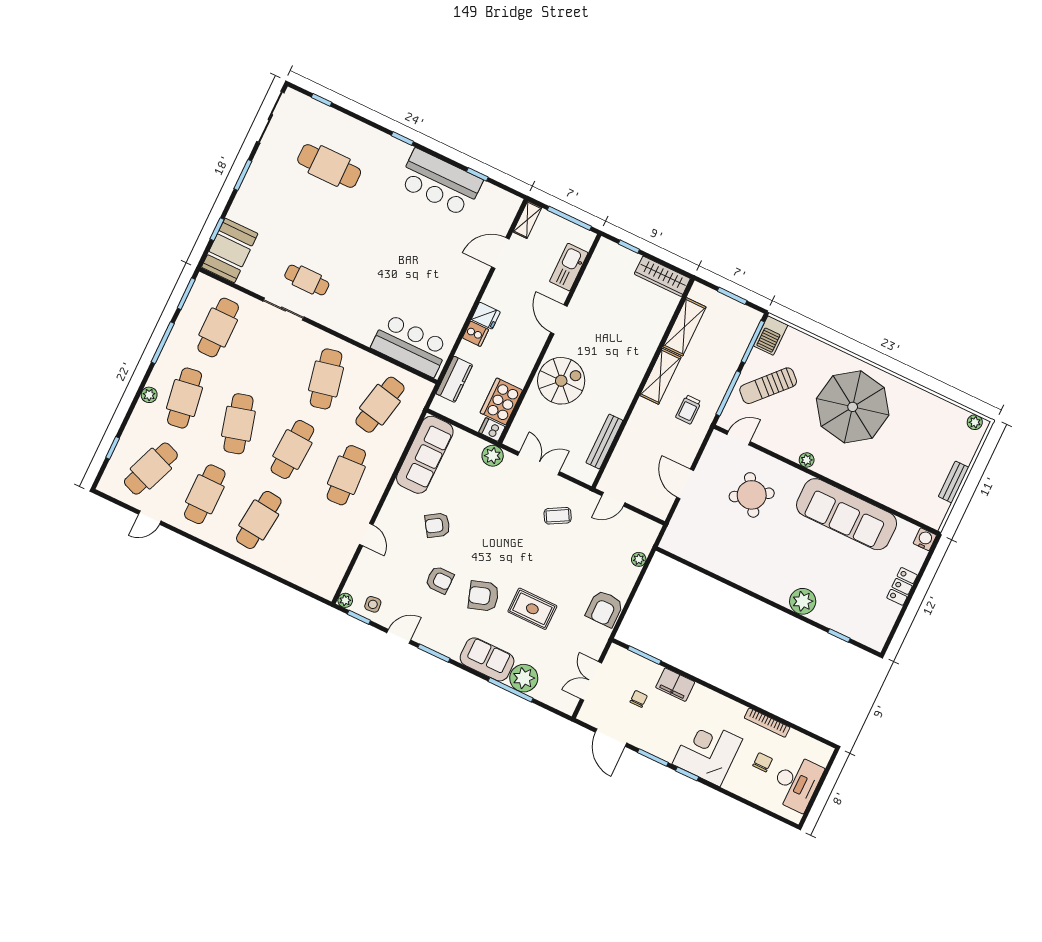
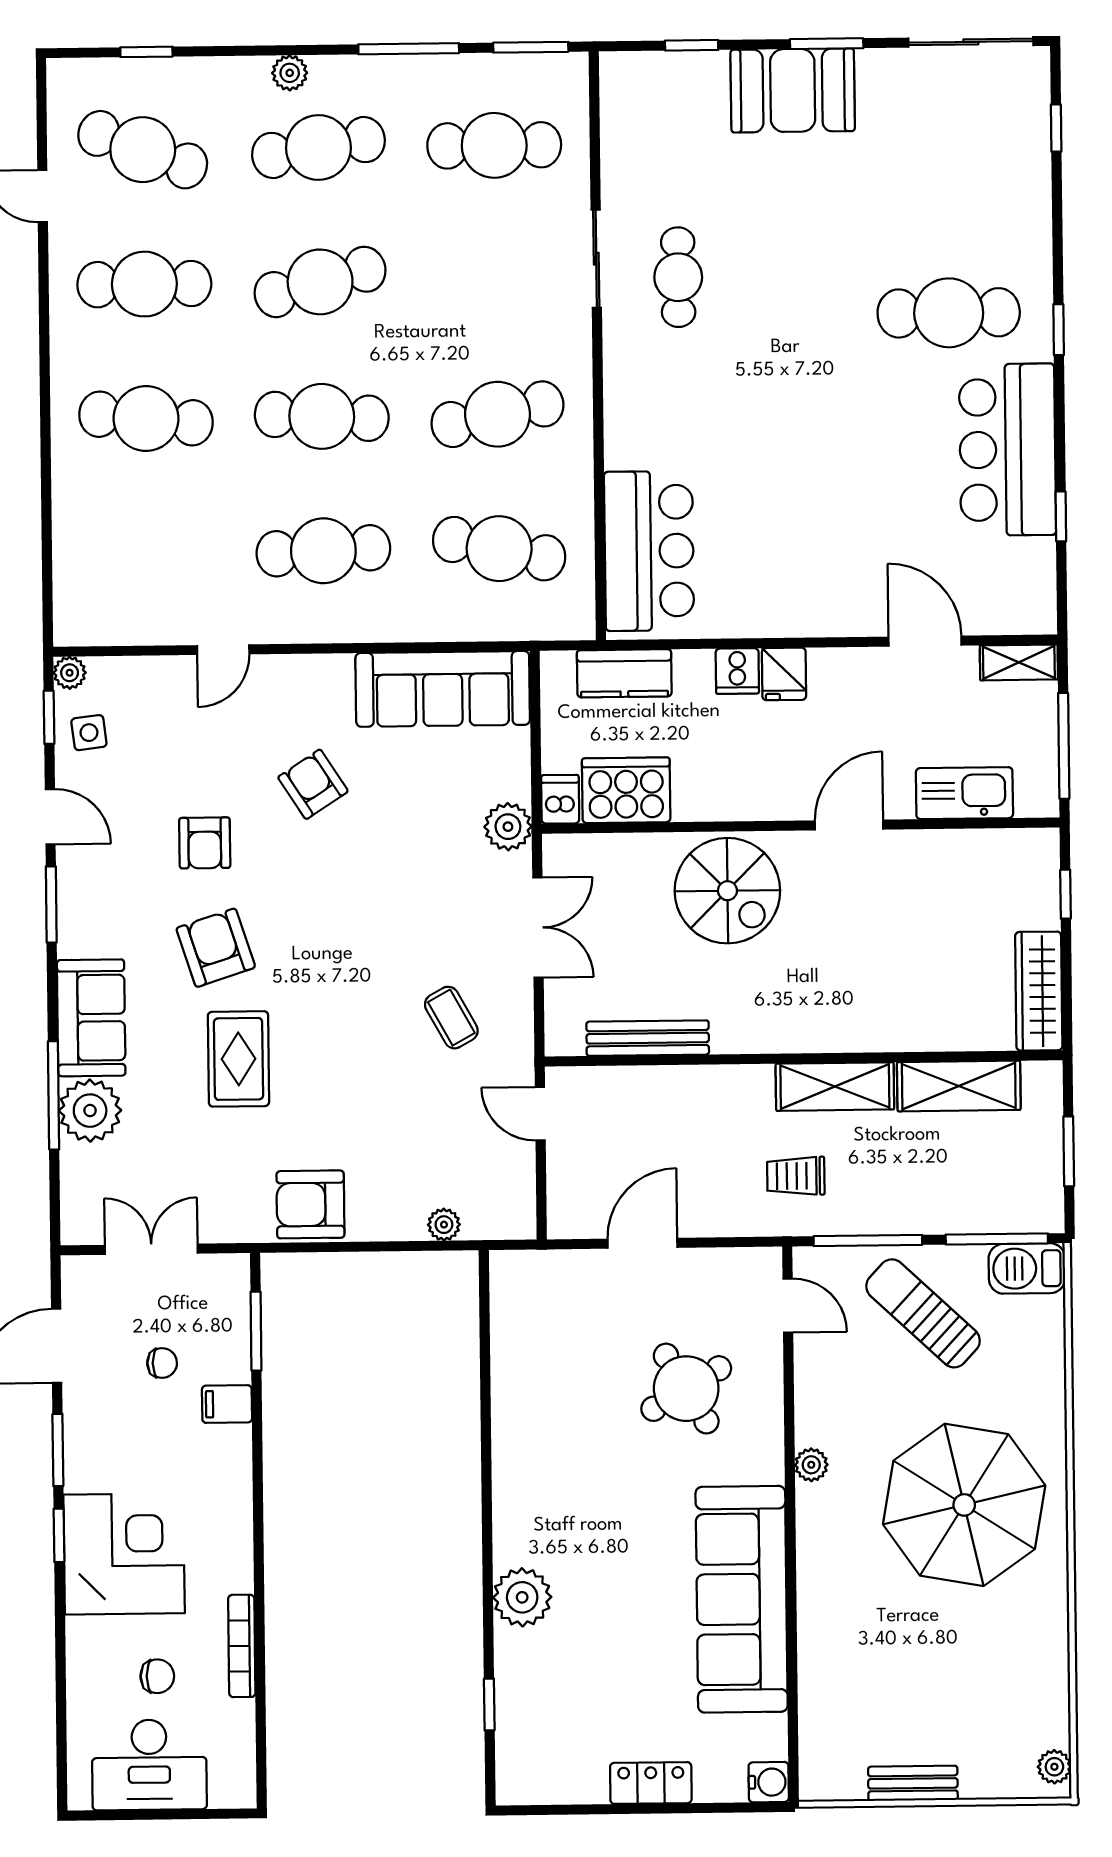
cafe table: (329, 166) -> (949, 313), moved, turned 90
booth: (230, 250) -> (793, 90), moved
filing cabinet: (675, 685) -> (227, 1404), width x0.50

